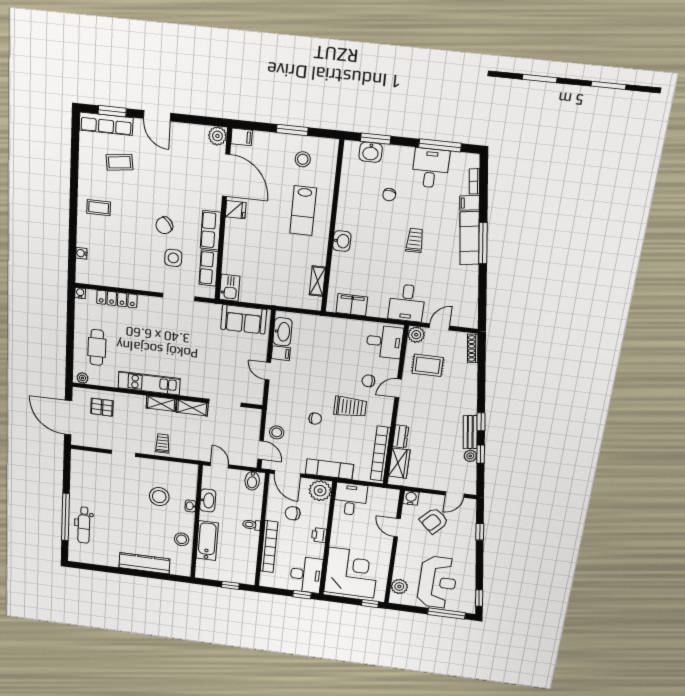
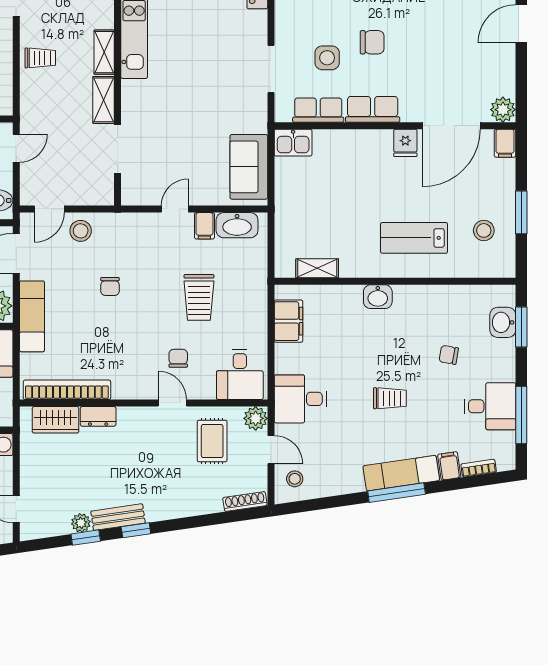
chair: (164, 225) -> (372, 42), turned 129
stool: (462, 313) -> (295, 479), added
trolley: (350, 407) -> (199, 297), moved

